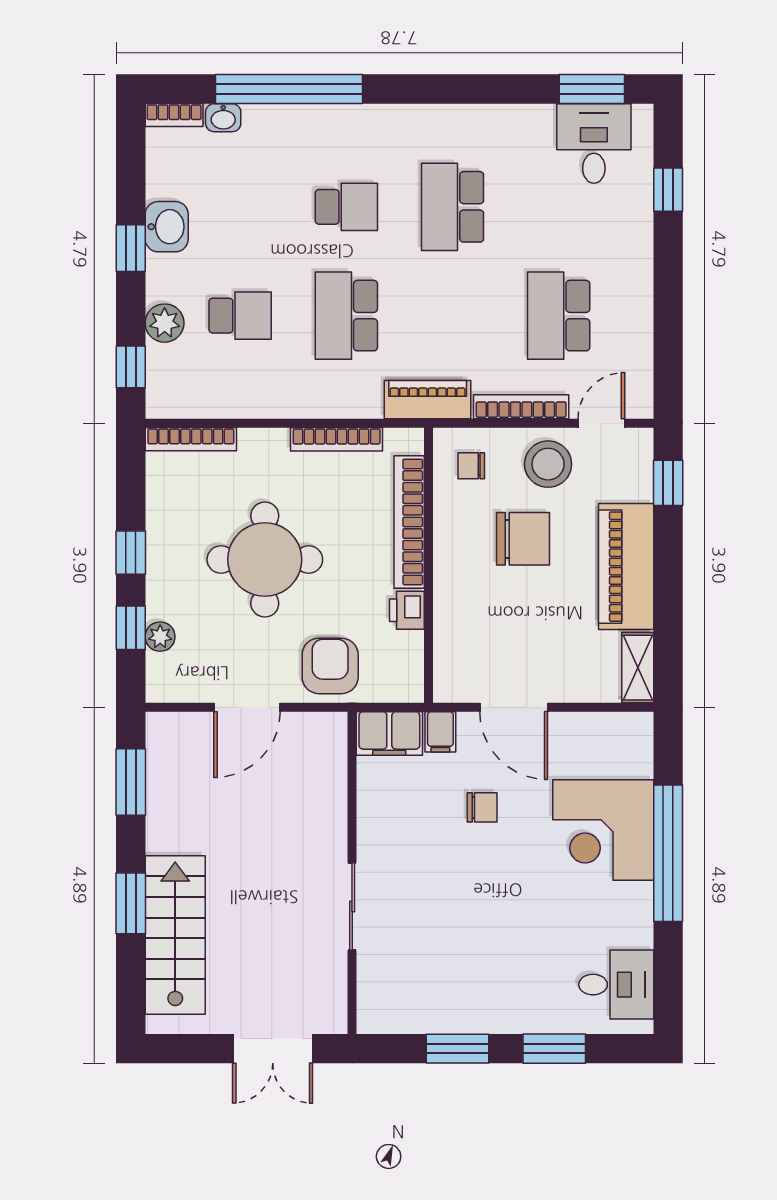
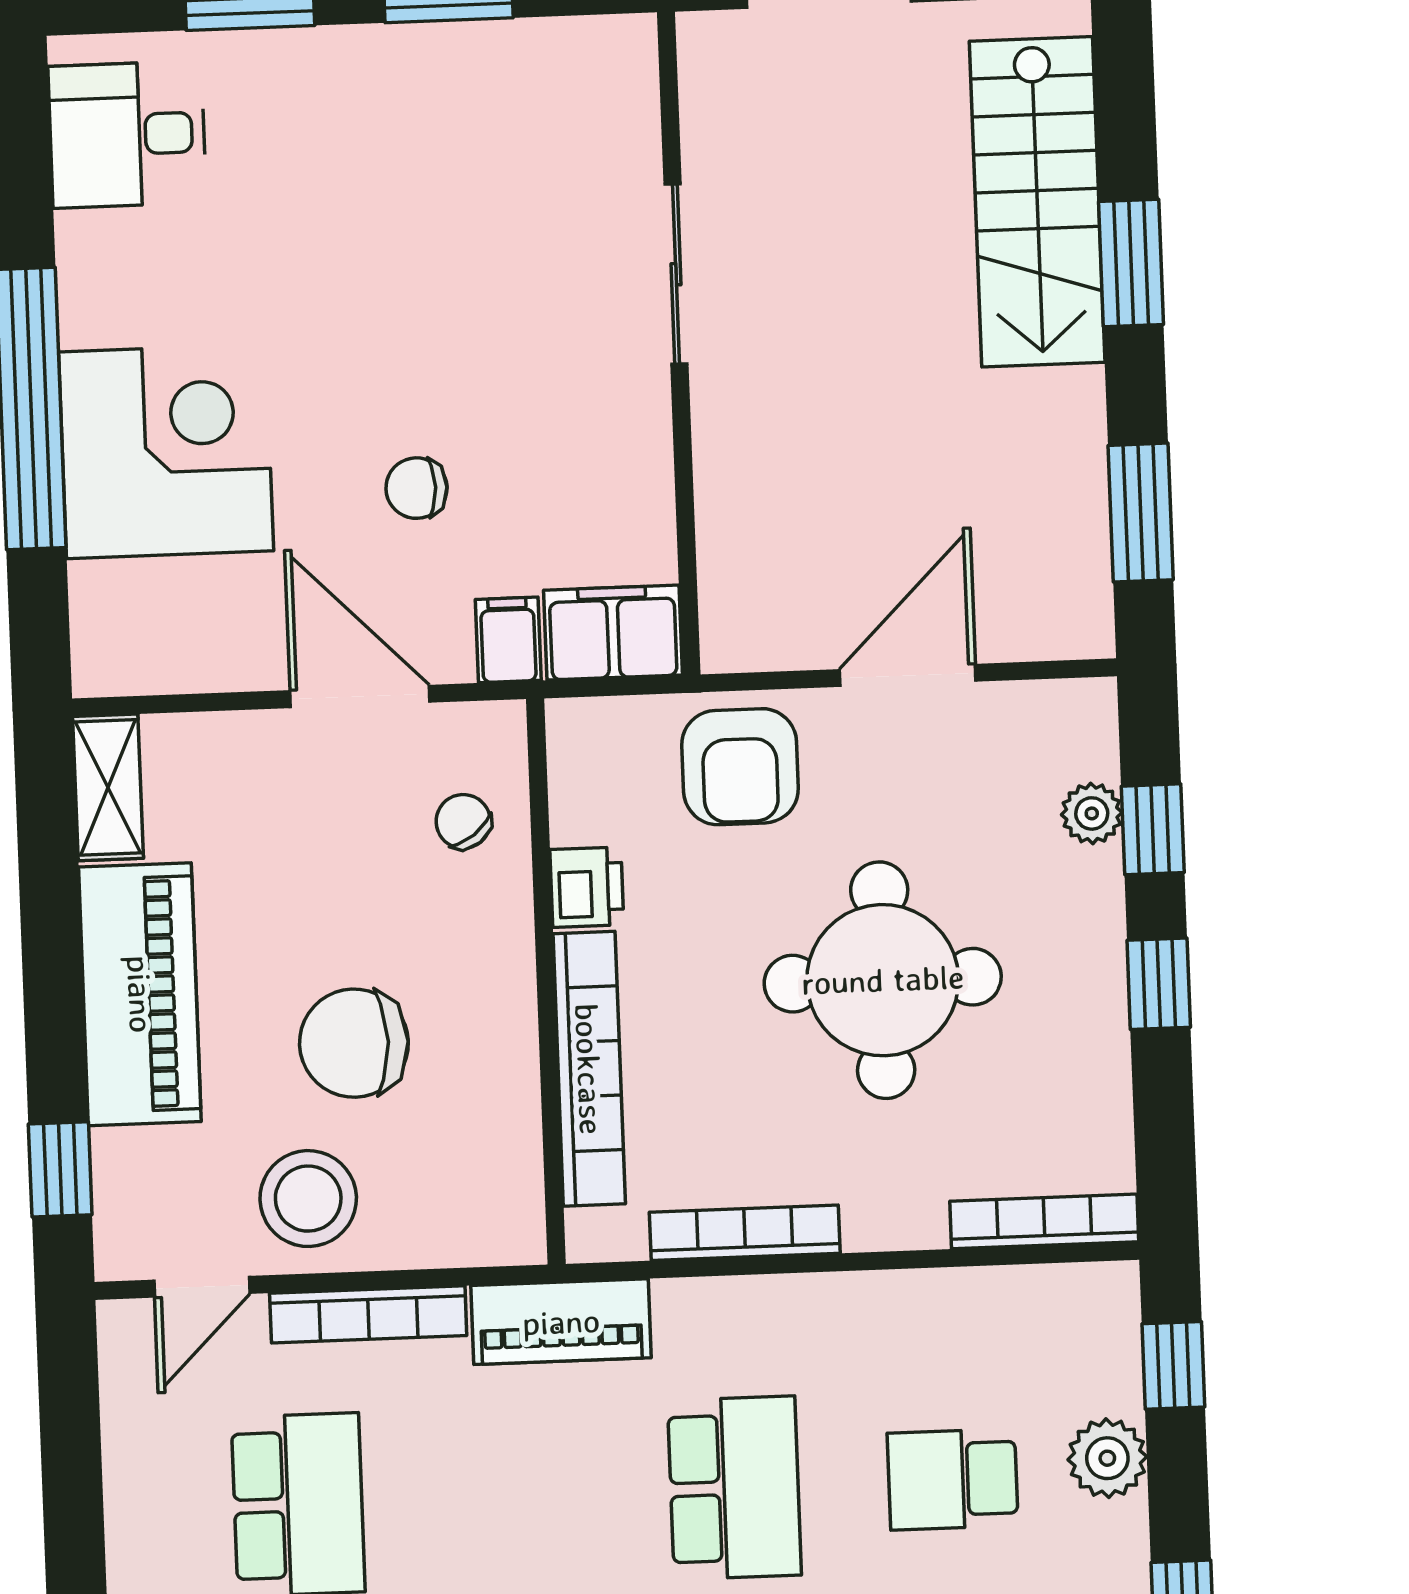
chair: (471, 466) -> (463, 821), moved, turned -127

